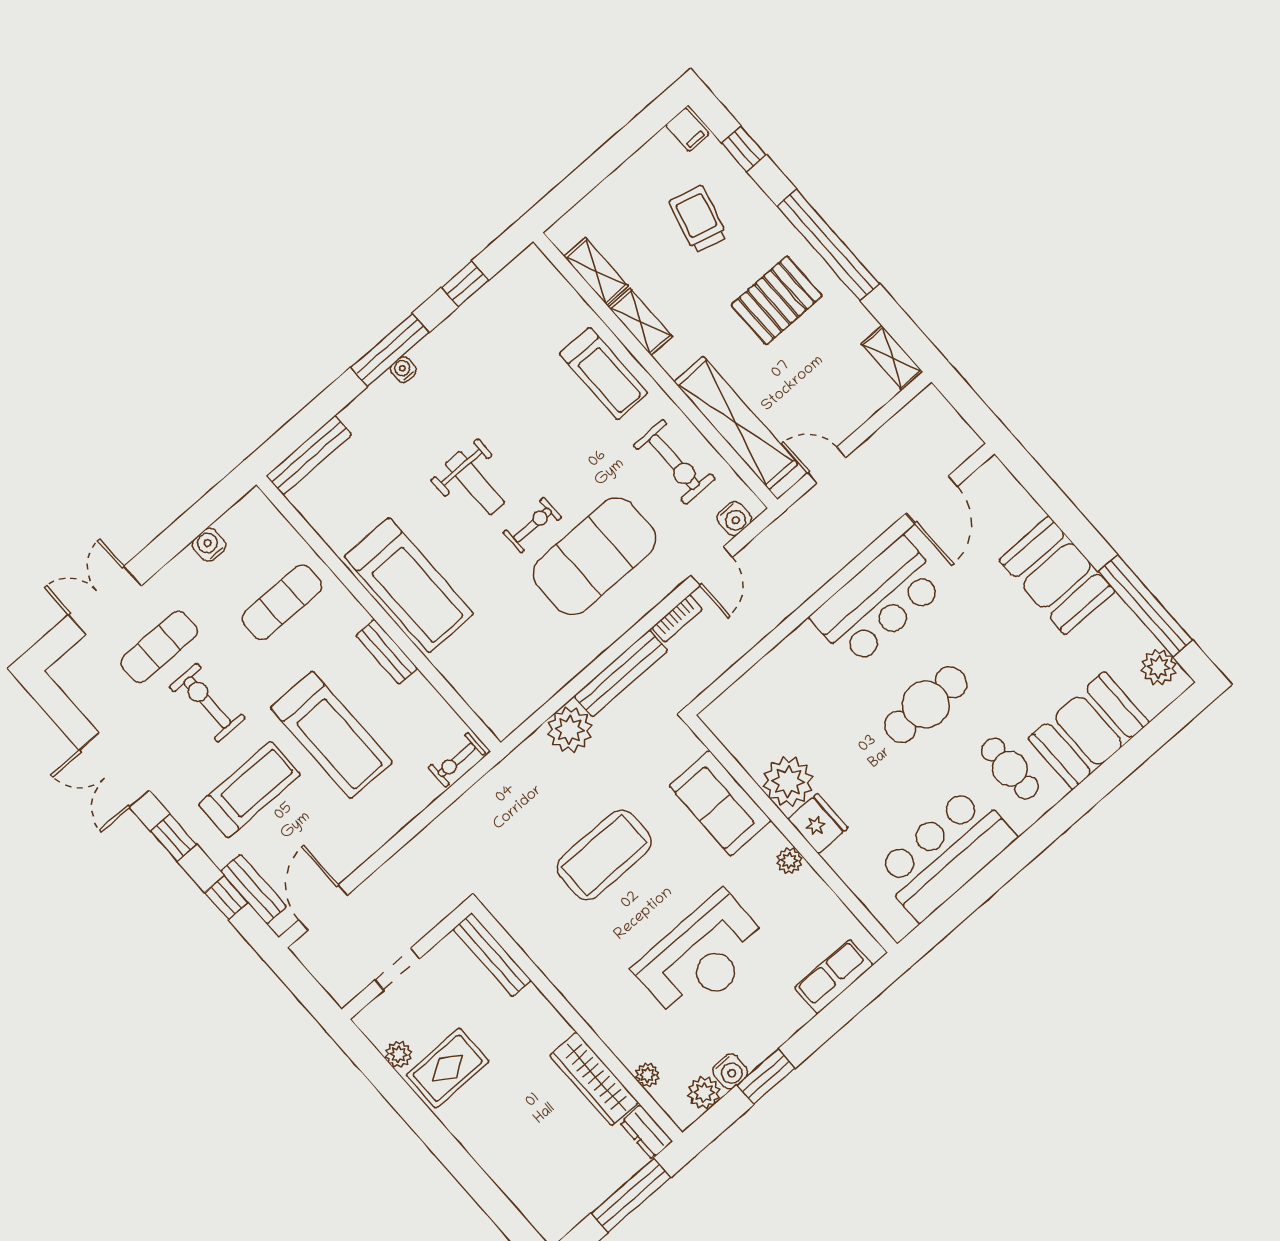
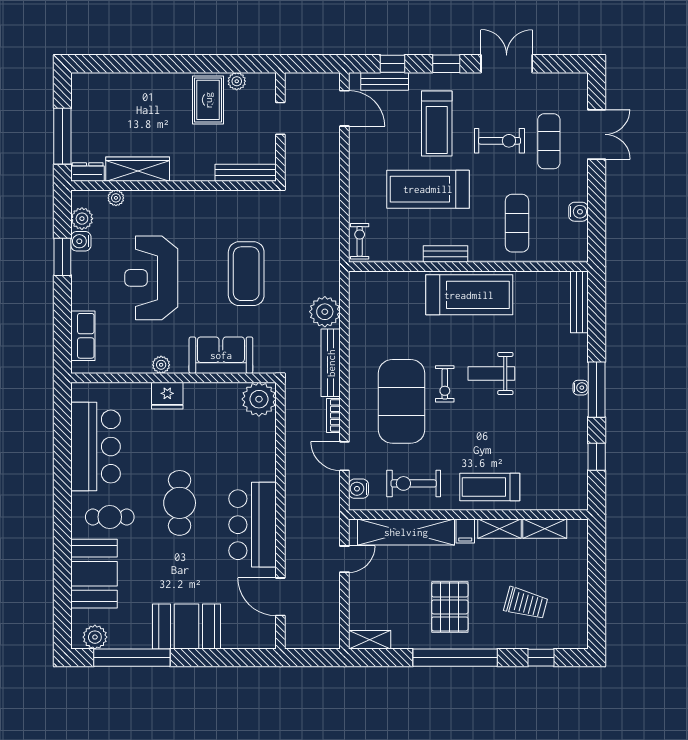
filing cabinet: (687, 130) -> (465, 531), moved, turned -90
treadmill: (409, 585) -> (469, 295), turned 180
plant: (788, 782) -> (259, 399), moved

